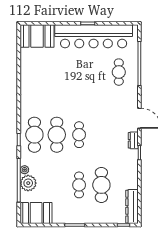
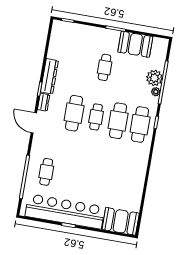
cafe table: (101, 185) -> (74, 113), moved
dresser: (132, 207) -> (49, 76), moved
booth: (36, 213) -> (135, 44), moved

